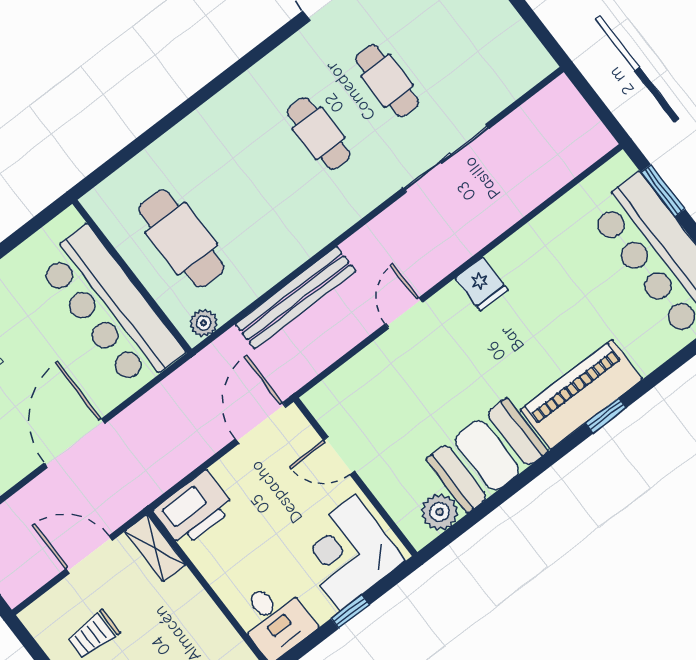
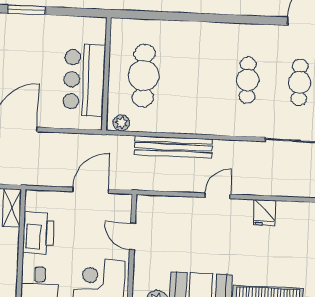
bar counter: (110, 308) -> (84, 80), width x0.73
door: (261, 423) -> (91, 190), moved
printer: (194, 509) -> (38, 233), moved, turned -90

